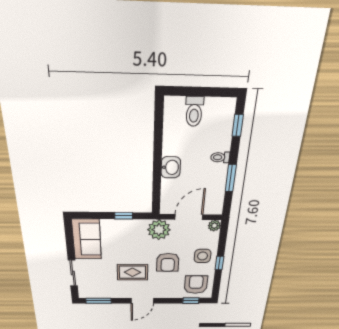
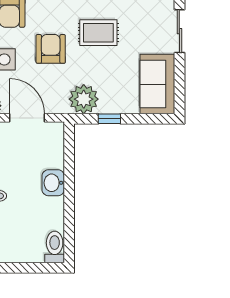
toilet: (194, 112) -> (55, 247), moved
door: (189, 217) -> (27, 118), swing flipped
plant: (159, 230) -> (84, 99), moved

